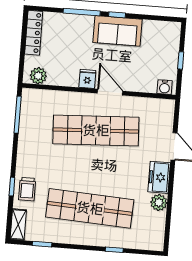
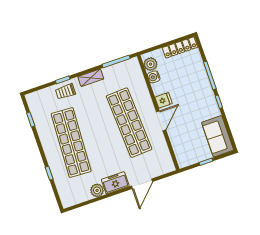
sofa: (118, 31) -> (218, 136), moved
water cooler: (165, 87) -> (154, 77), moved
shelving: (18, 225) -> (91, 78), moved

